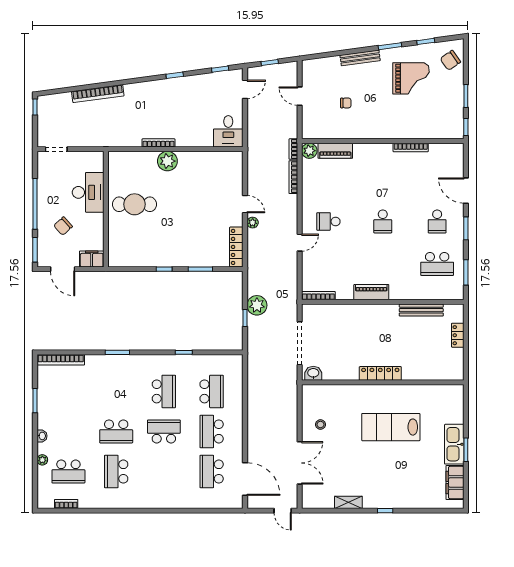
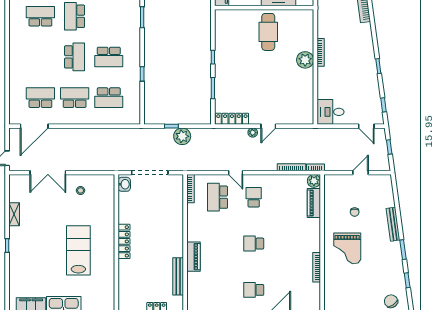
grand piano: (411, 78) -> (347, 248), moved
school desk: (437, 264) -> (217, 197), moved
piano: (371, 292) -> (193, 257), moved

